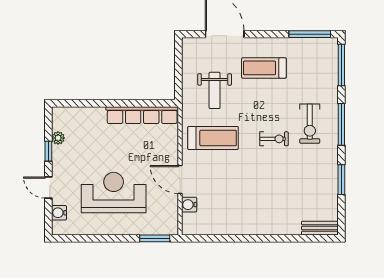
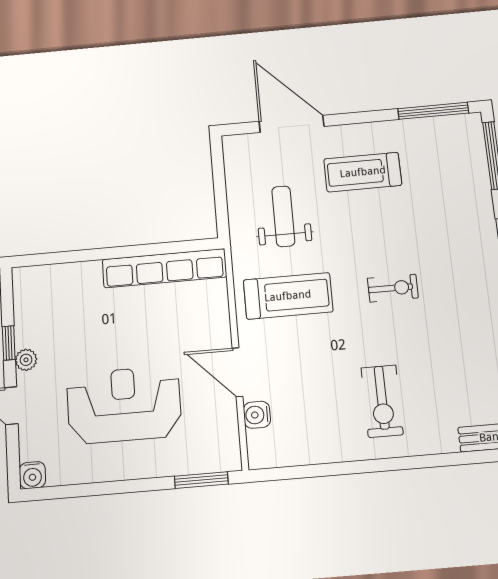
weight bench: (215, 90) -> (283, 216), turned 180
exercise bike: (310, 124) -> (382, 401), moved
plant: (58, 138) -> (26, 360), moved
water cooler: (59, 213) -> (32, 475), moved, turned -90

